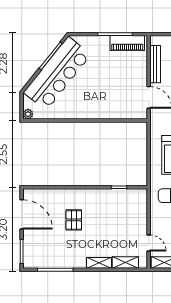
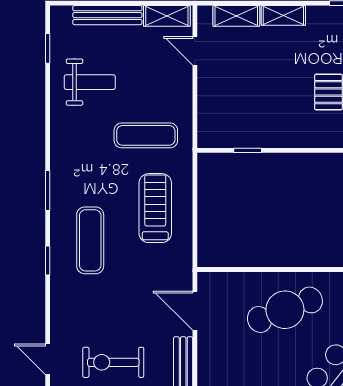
cafe table: (98, 98) -> (285, 310), added

